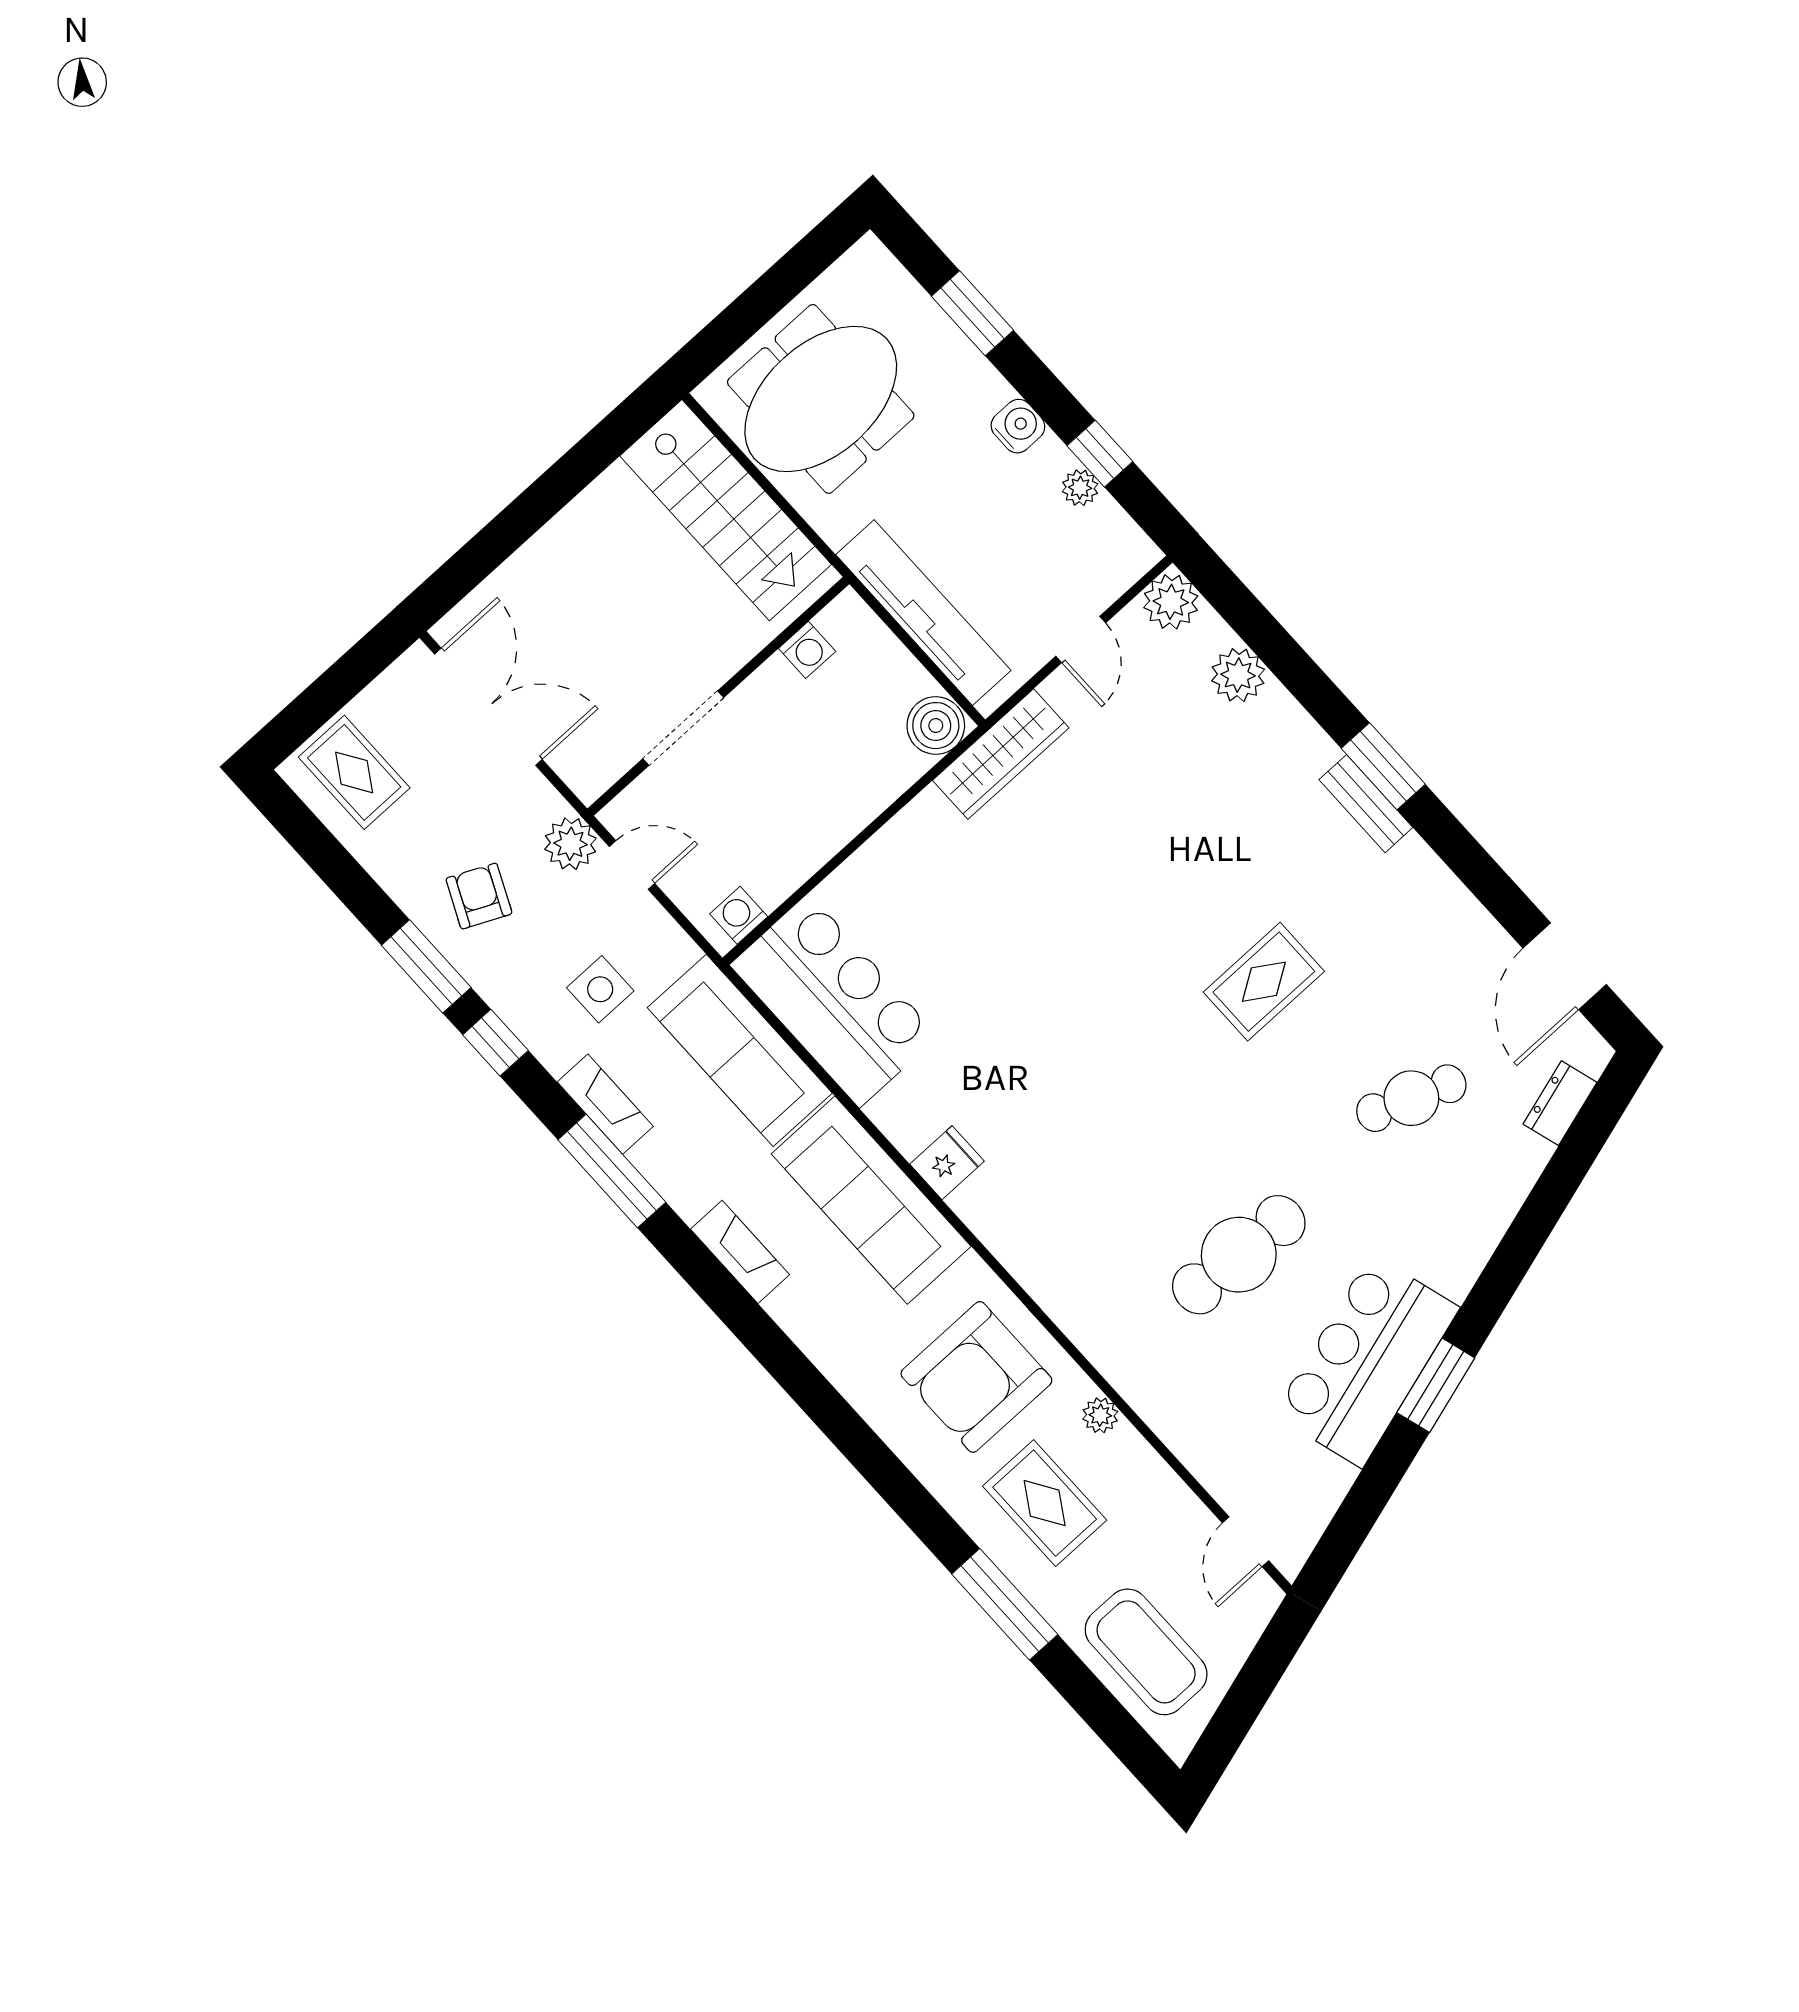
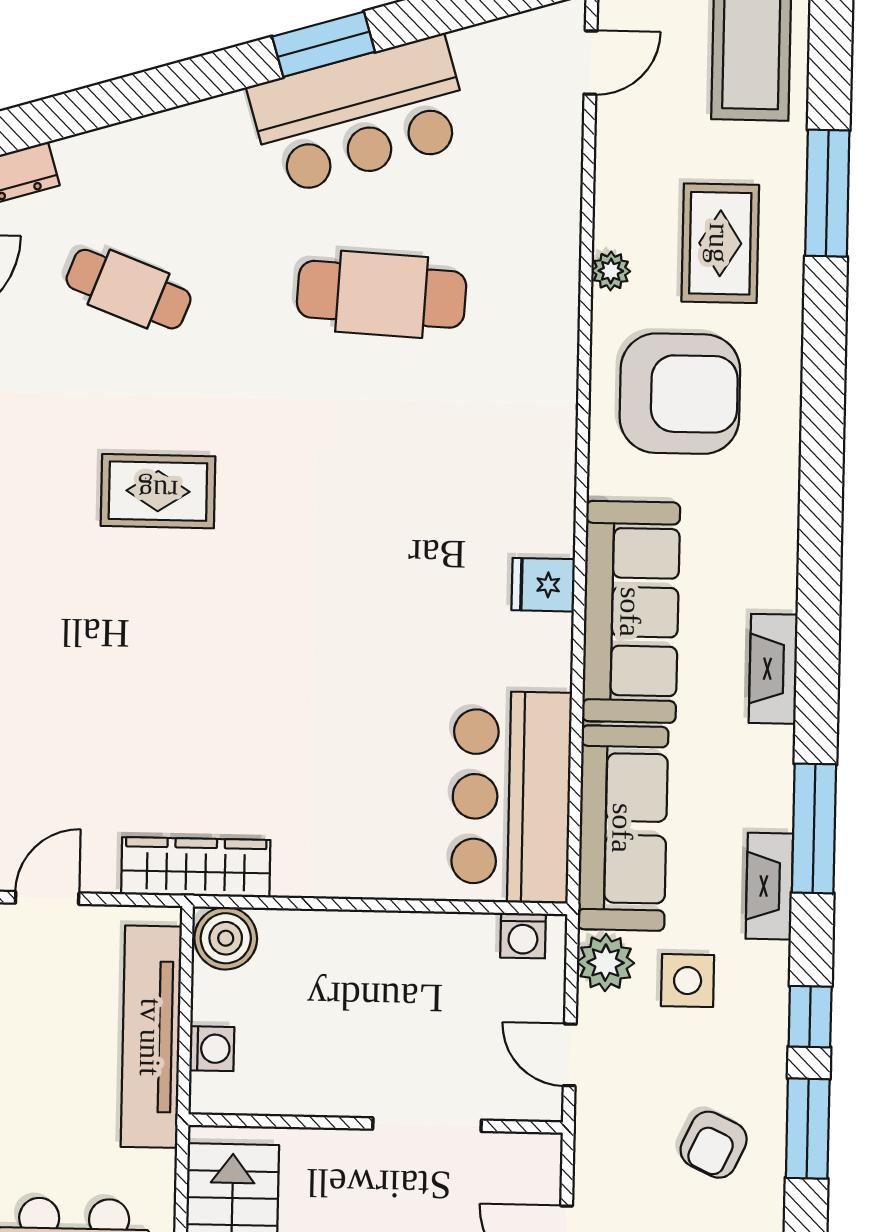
washing machine: (807, 650) -> (212, 1049), moved, turned 90
plant: (570, 844) -> (606, 963), moved

